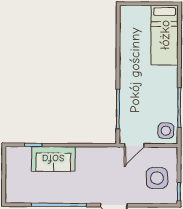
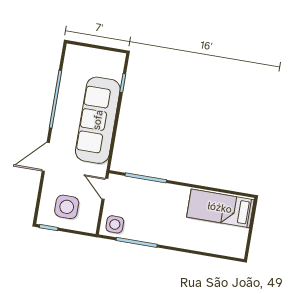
bed: (165, 35) -> (220, 208), moved
sofa: (53, 159) -> (98, 120), width x1.85, depth x1.27

